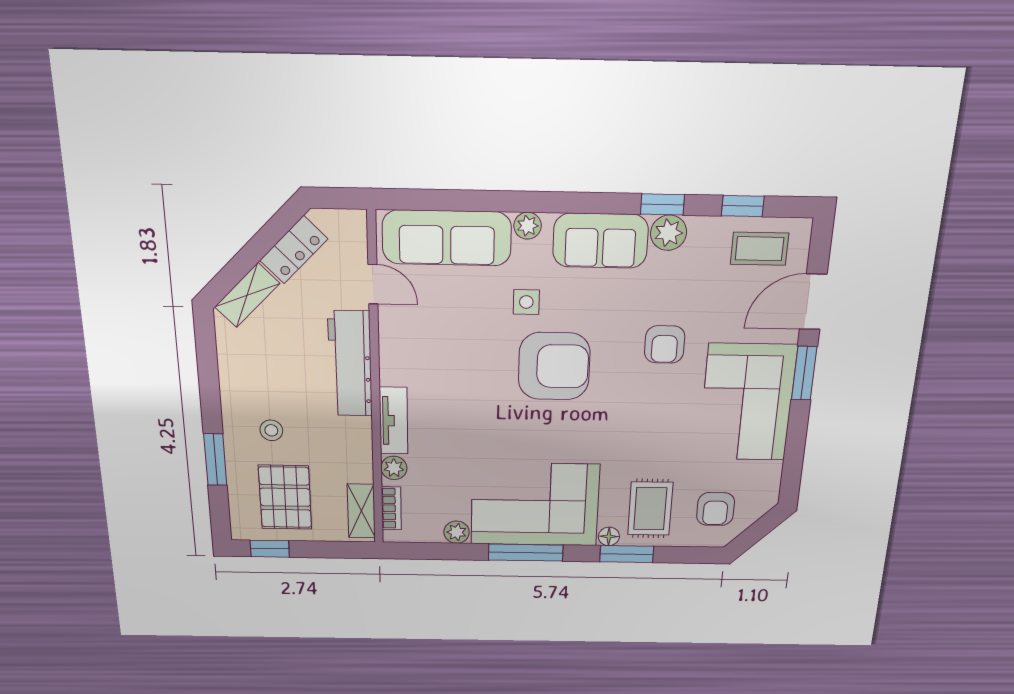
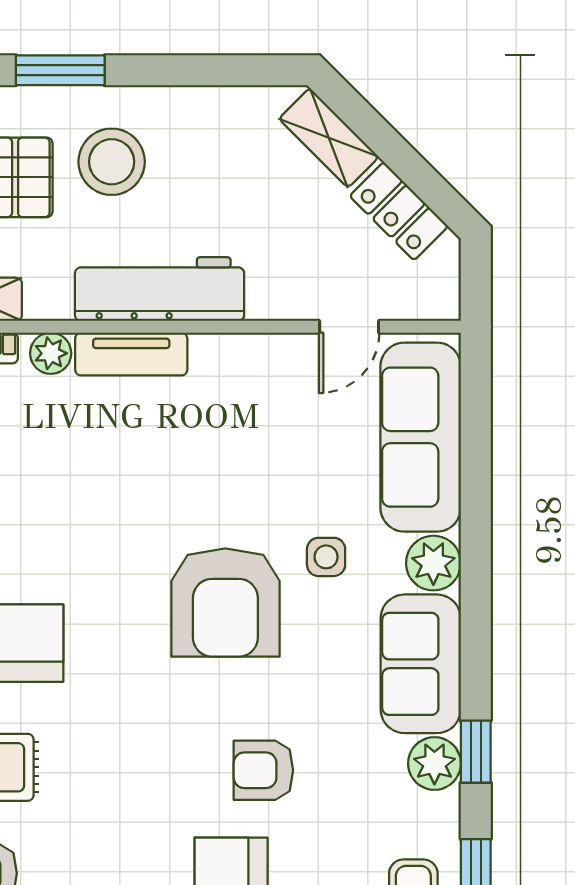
plant: (528, 226) -> (433, 563), width x1.38, depth x1.38
workbench: (350, 364) -> (160, 289), moved
stool: (271, 430) -> (112, 162), width x1.89, depth x1.89

